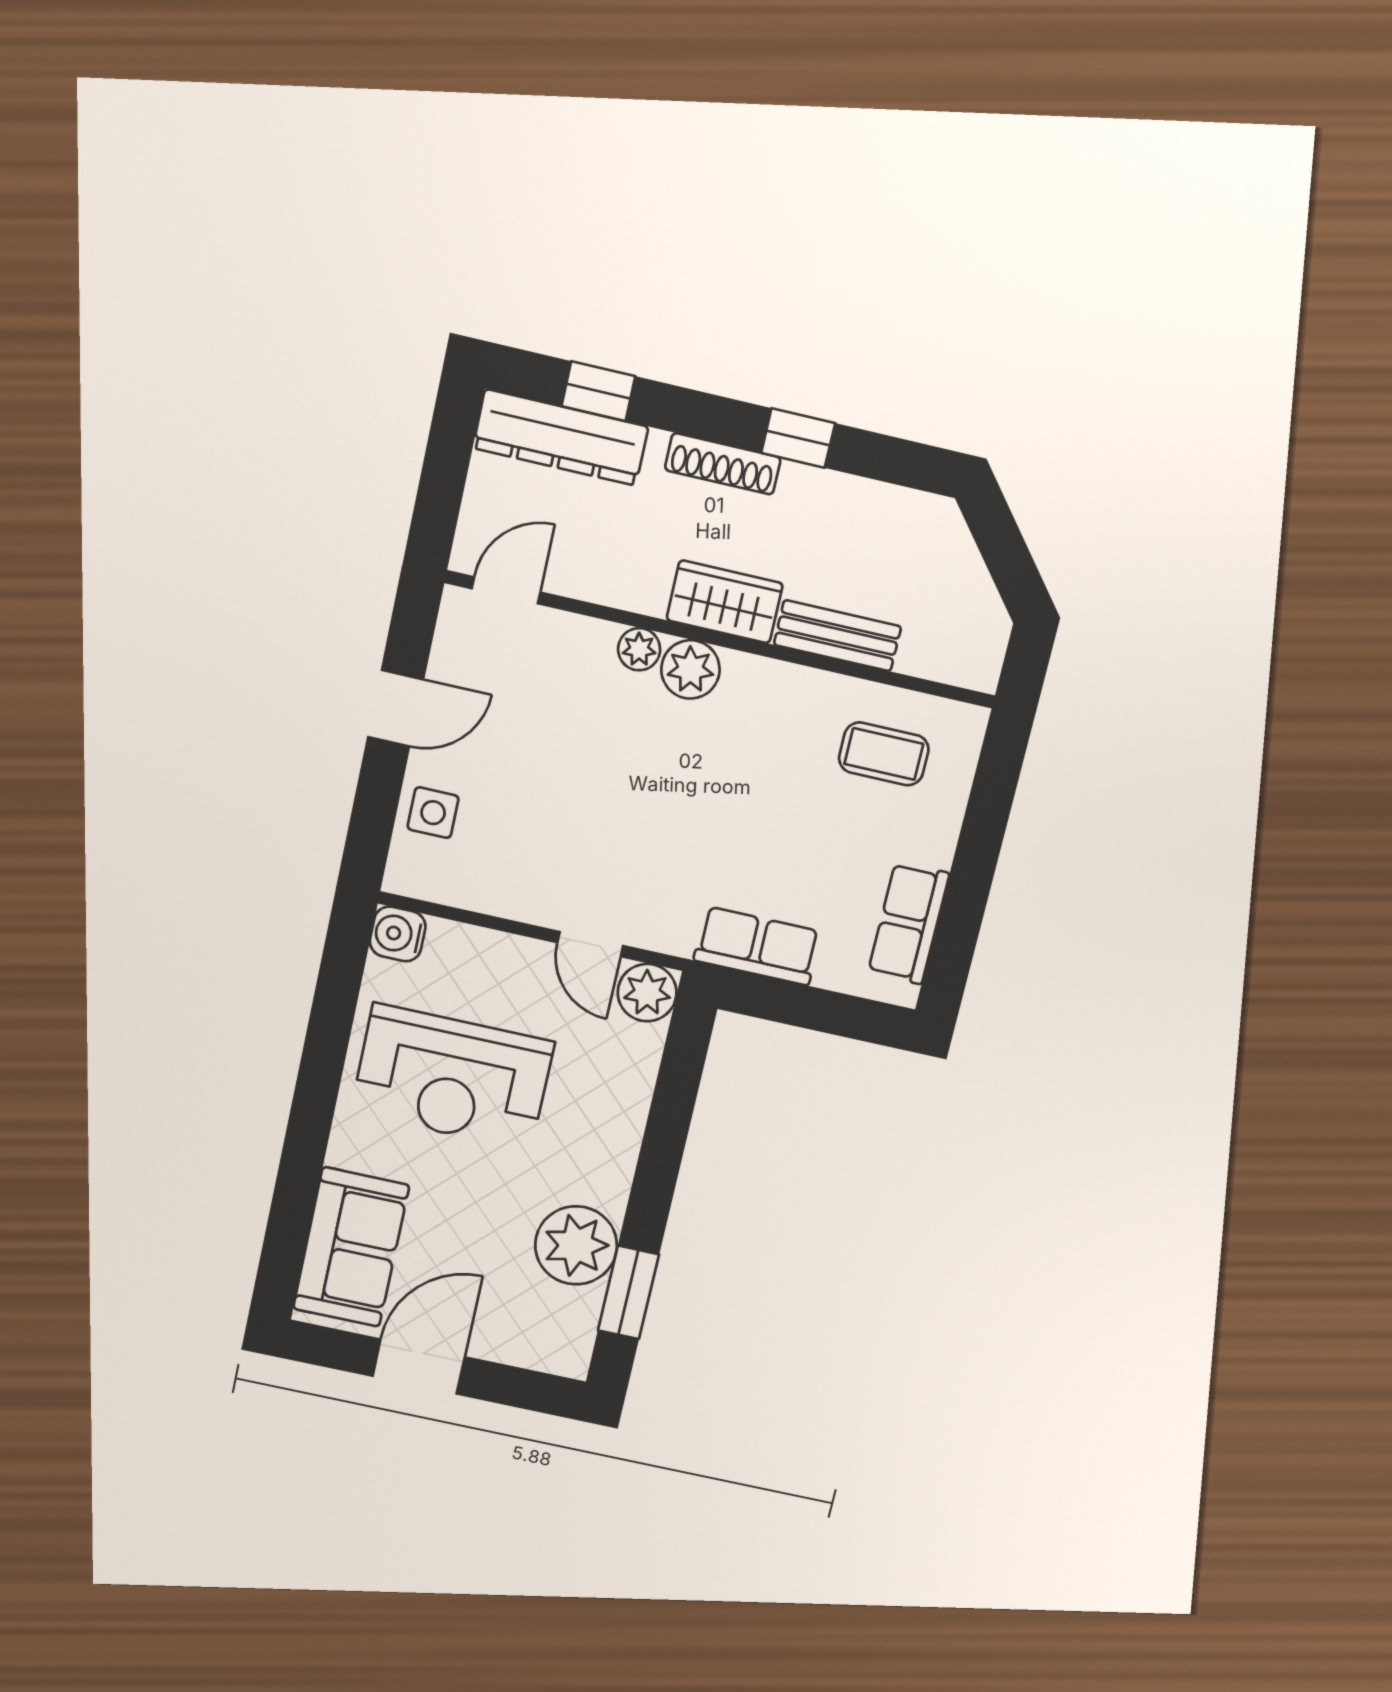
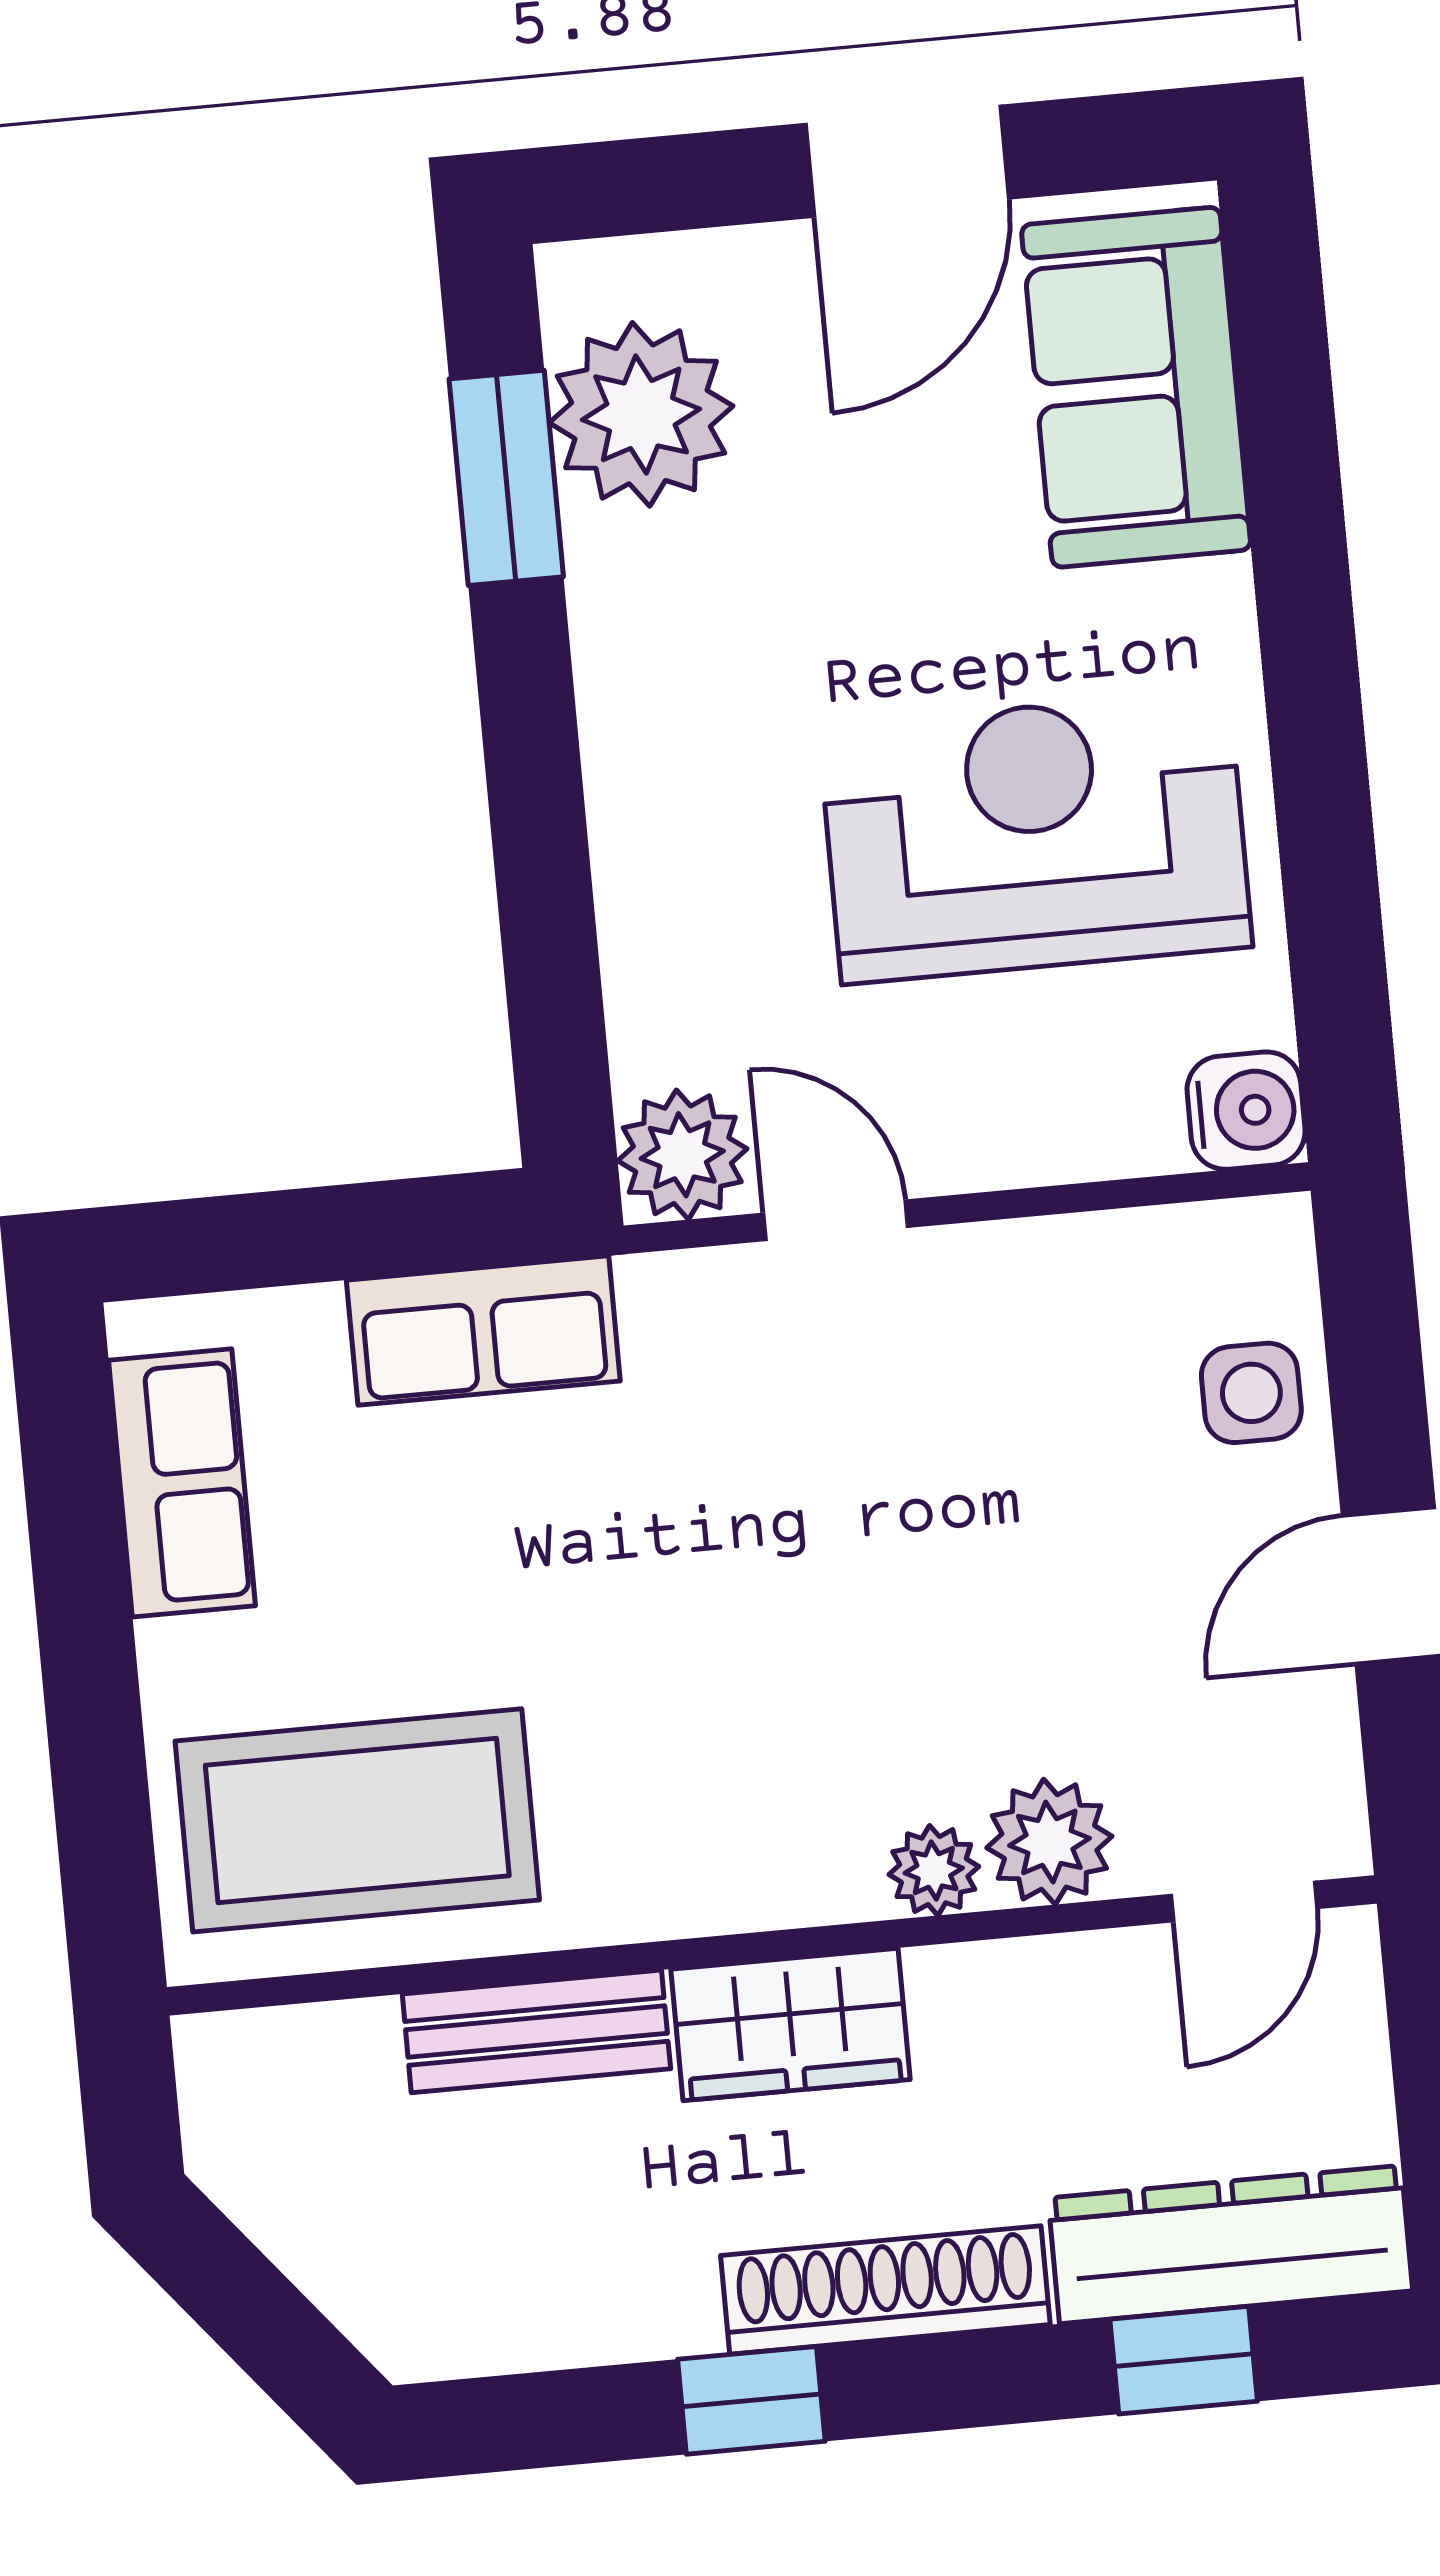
shoe rack: (723, 464) -> (885, 2290), width x1.36, depth x1.24
plant: (690, 669) -> (1049, 1842), moved
coffee table: (884, 754) -> (357, 1820), width x1.86, depth x1.72
plant: (576, 1245) -> (641, 414), moved

